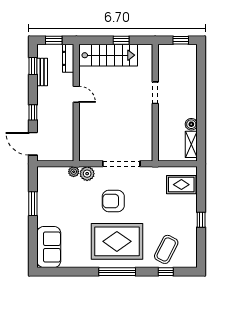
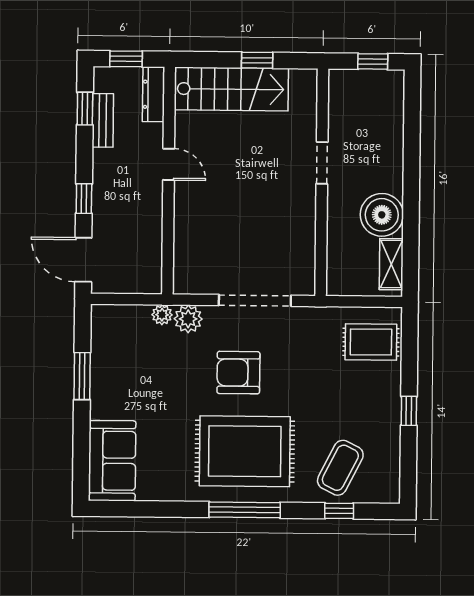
boiler: (191, 124) -> (382, 215), width x1.86, depth x1.86

